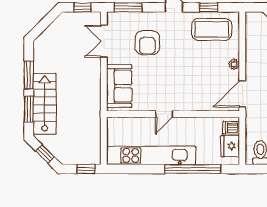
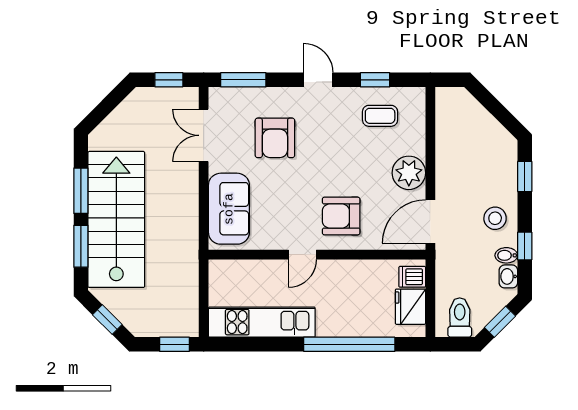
coffee table: (212, 29) -> (380, 116), width x0.54, depth x0.58
plant: (234, 64) -> (409, 173), width x1.87, depth x1.87
armchair: (188, 91) -> (341, 216), added
stairs: (45, 104) -> (116, 219), width x1.36, depth x1.51
kitchen unit: (151, 155) -> (262, 322), width x0.73

